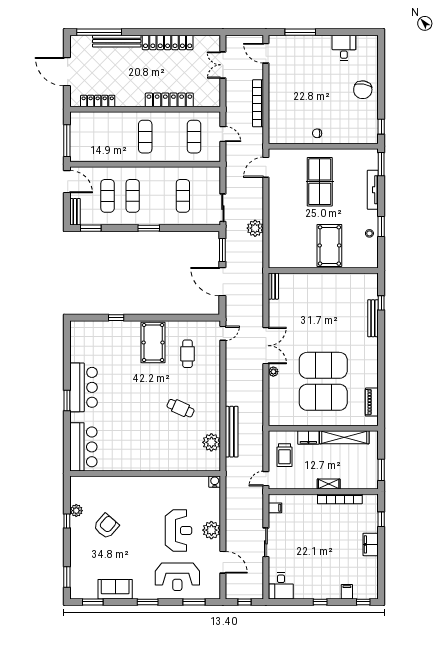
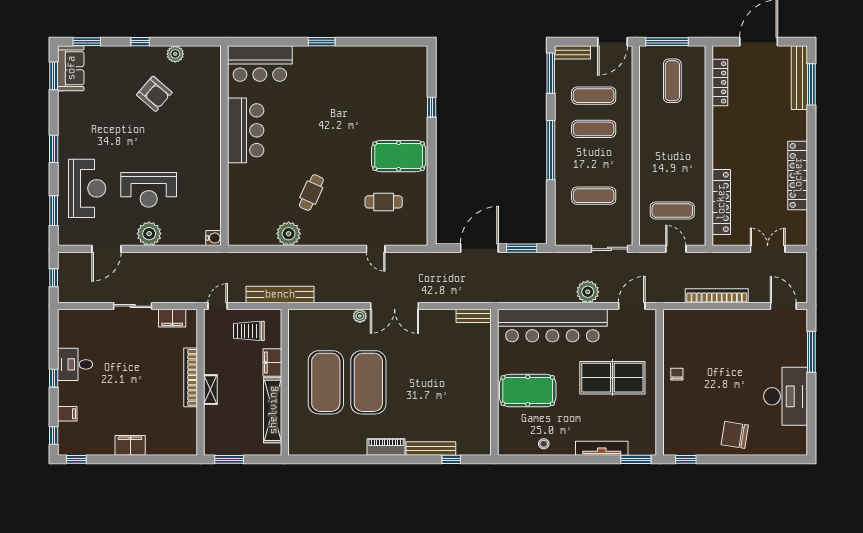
window: (99, 32) -> (811, 84), width x0.68
bench: (117, 41) -> (799, 78), moved
desk: (344, 48) -> (785, 396), width x1.87, depth x1.30
door: (266, 53) -> (783, 306), hinge flipped
locker: (169, 100) -> (721, 202), moved
door: (223, 134) -> (676, 249), swing flipped
exercise mat: (145, 137) -> (672, 81), moved, turned 90
door: (266, 167) -> (632, 306), hinge flipped
sliding door: (223, 208) -> (609, 249), moved
bar counter: (281, 227) -> (552, 326), added
window: (381, 227) -> (553, 459), removed
window: (91, 228) -> (551, 73), width x1.44
window: (149, 228) -> (551, 150), width x2.11
plant: (255, 228) -> (588, 292), moved
door: (223, 333) -> (376, 249), moved
bar counter: (84, 387) -> (246, 130), moved, turned -90
piano: (372, 402) -> (386, 447), moved
bench: (232, 432) -> (280, 294), moved
plant: (211, 442) -> (289, 234), moved
door: (266, 479) -> (218, 306), hinge flipped
bookcase: (340, 499) -> (191, 377), moved
filing cabinet: (275, 508) -> (172, 318), width x2.00
window: (381, 519) -> (76, 459), moved
window: (67, 521) -> (140, 42), moved
reception desk: (177, 577) -> (87, 188), turned 180
desk: (281, 586) -> (75, 364), moved
sofa: (115, 589) -> (71, 68), moved

